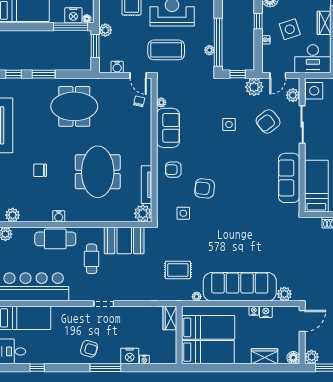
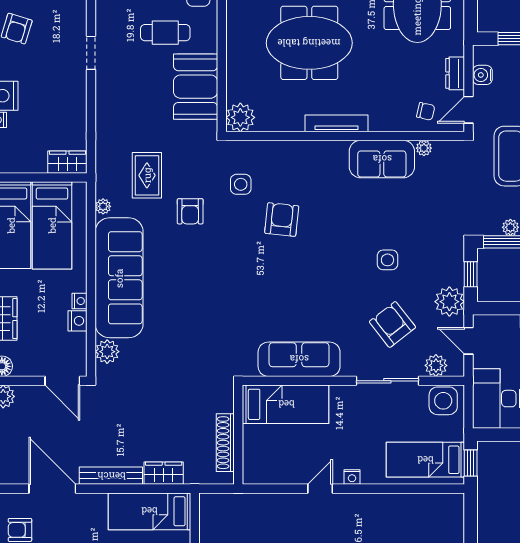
dresser: (116, 84) -> (455, 73), added
armchair: (173, 170) -> (190, 211), moved, turned 180
tv unit: (146, 185) -> (337, 123), moved

